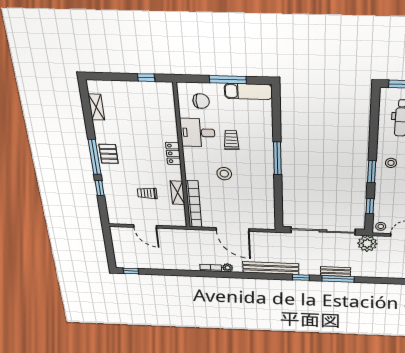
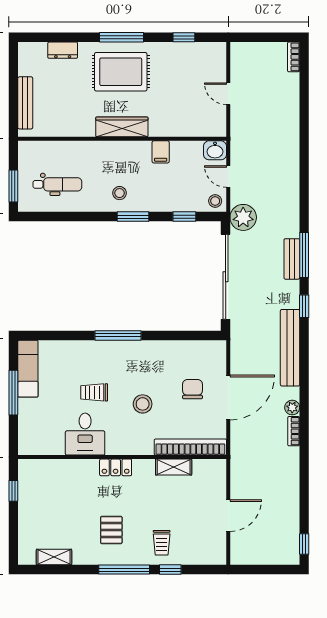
chair: (201, 101) -> (193, 389), moved
pallet: (109, 154) -> (111, 530), moved, turned 90
trolley: (147, 193) -> (162, 543), moved

